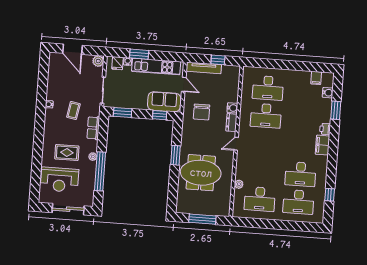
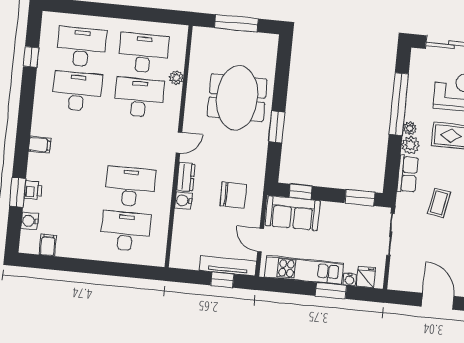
window: (218, 60) -> (222, 280), moved
plant: (98, 61) -> (410, 145), moved
chair: (202, 112) -> (233, 195), turned 90
printer: (325, 129) -> (33, 190), moved
filing cabinet: (322, 145) -> (40, 145), width x0.50
desk: (262, 171) -> (139, 98), added
meeting table: (201, 173) -> (237, 98), turned 90

